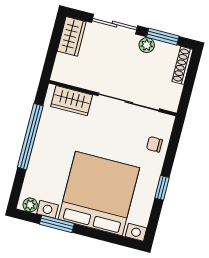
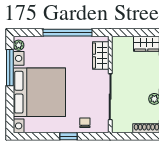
window: (162, 188) -> (68, 136), moved
window: (57, 224) -> (10, 68), width x1.44

